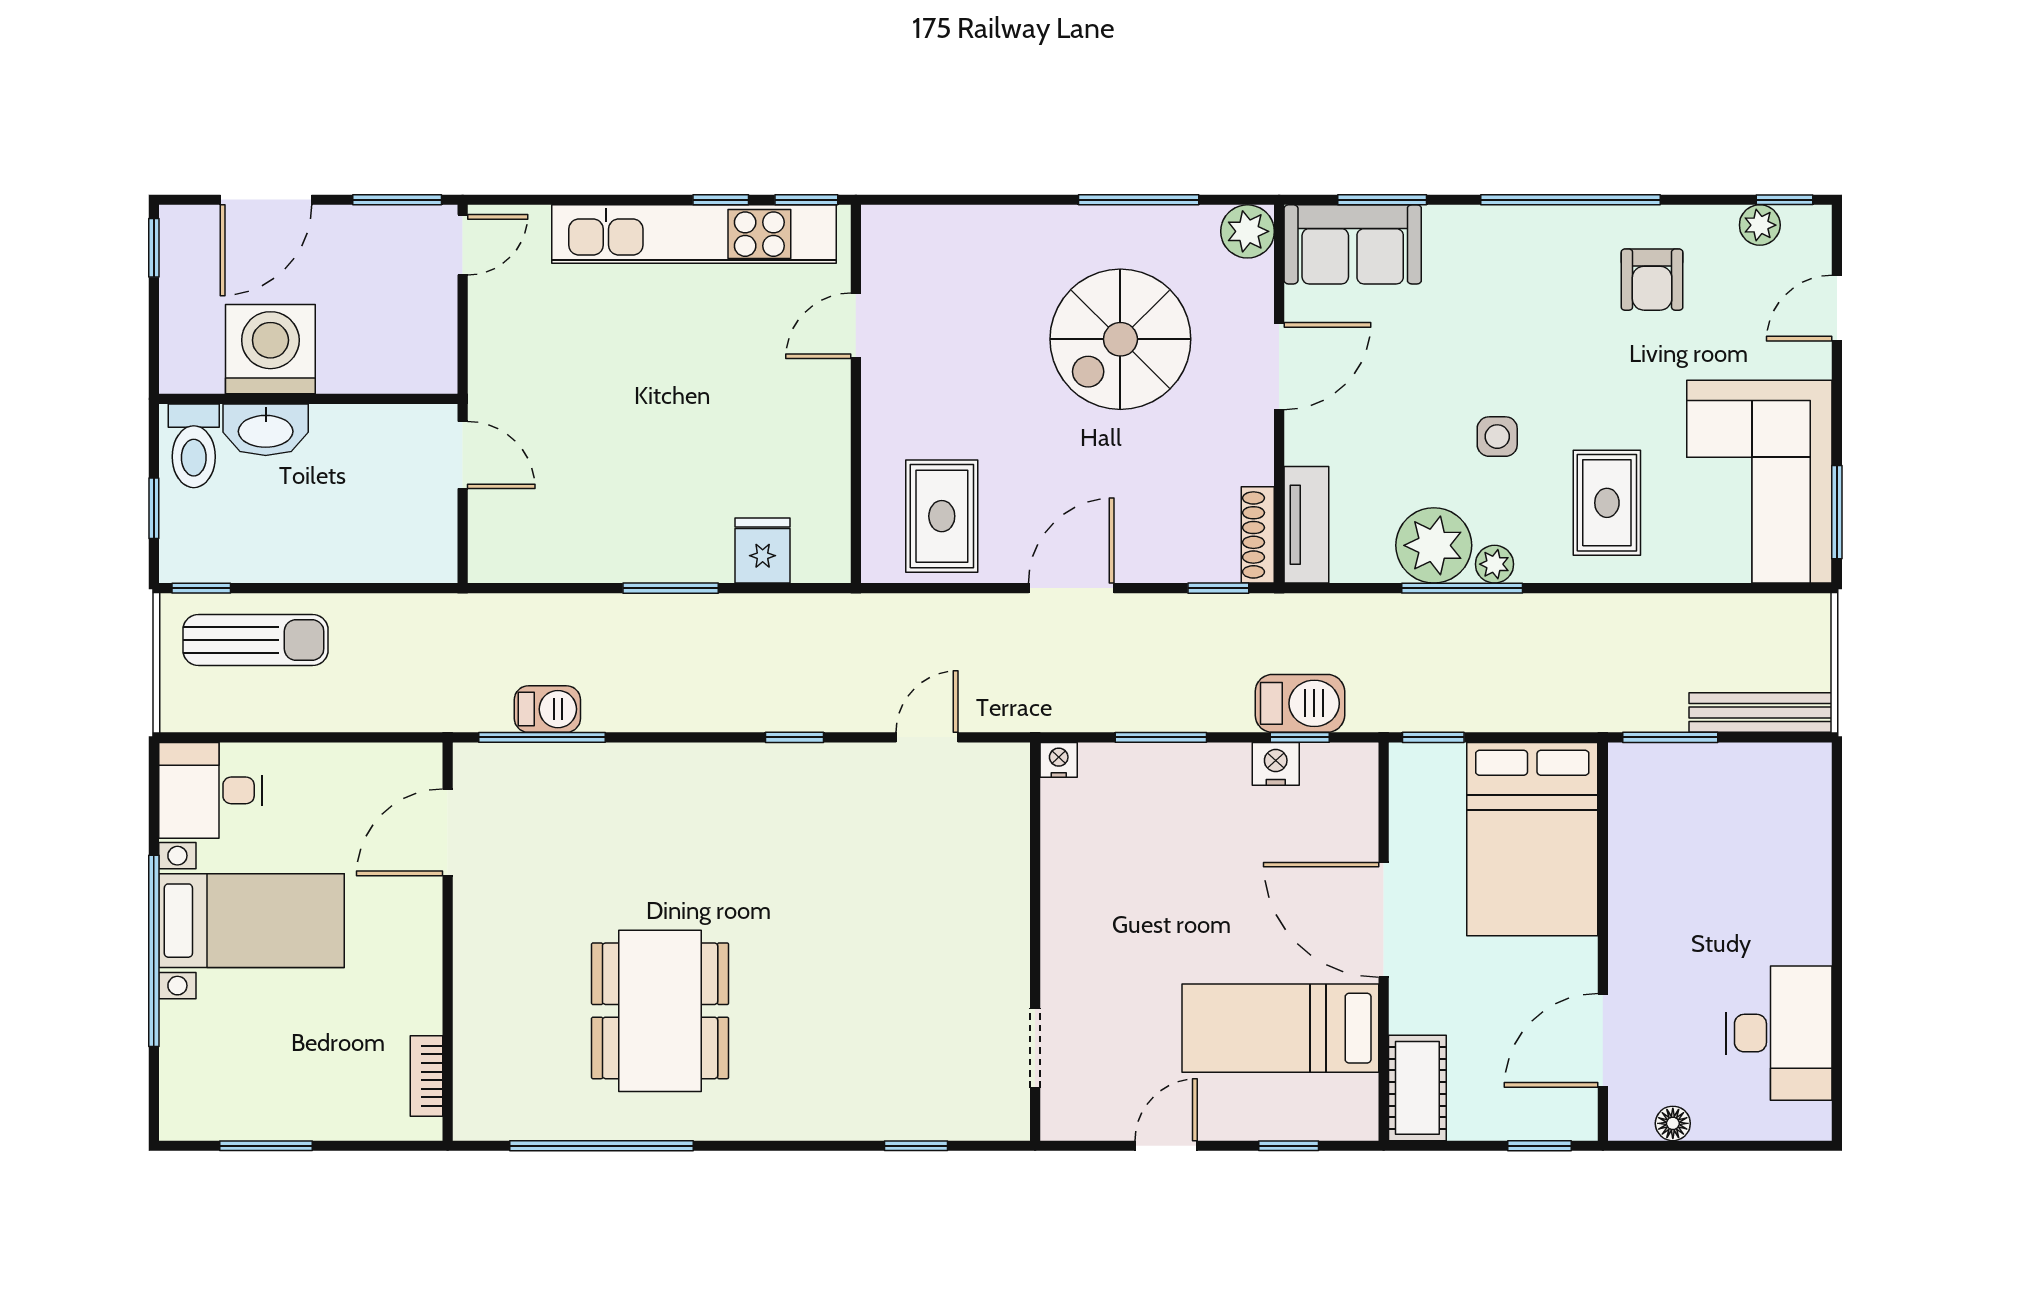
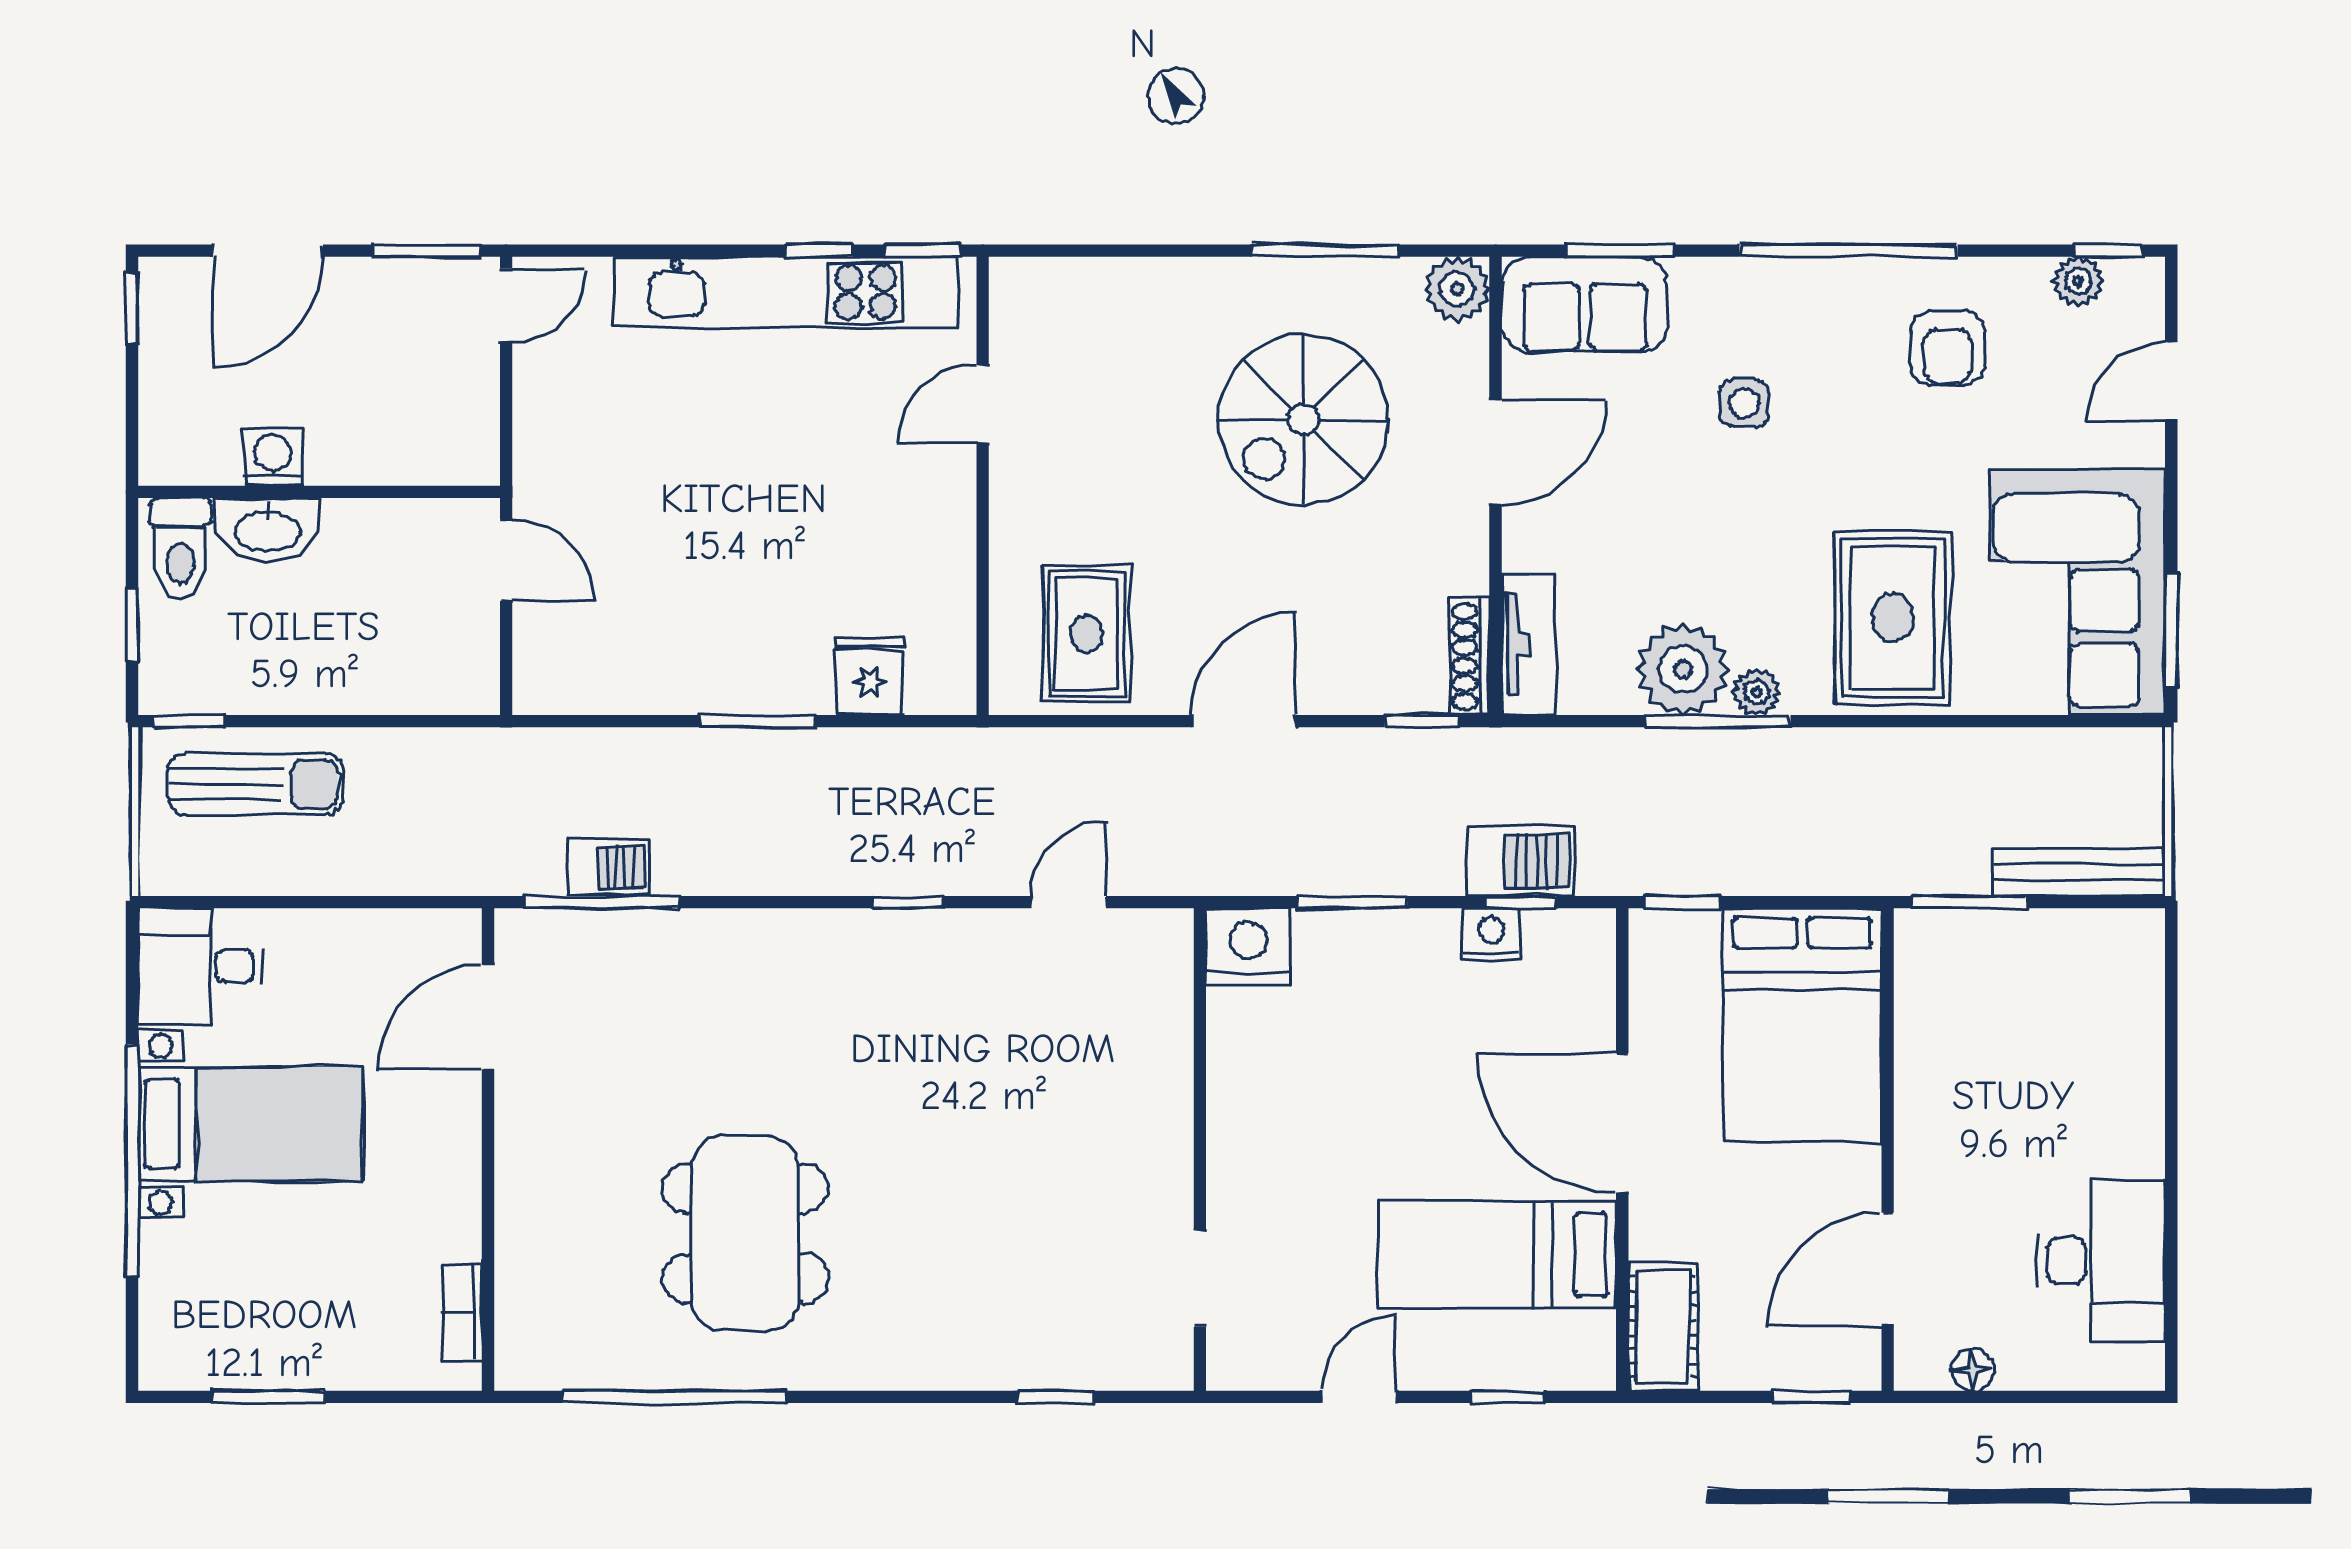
washing machine: (270, 349) -> (273, 457), width x0.53, depth x0.53
side table: (1497, 437) -> (1744, 403), moved
rug: (1607, 503) -> (1893, 618), width x1.36, depth x1.43
nightstand: (1059, 760) -> (1248, 946), width x1.89, depth x1.79

